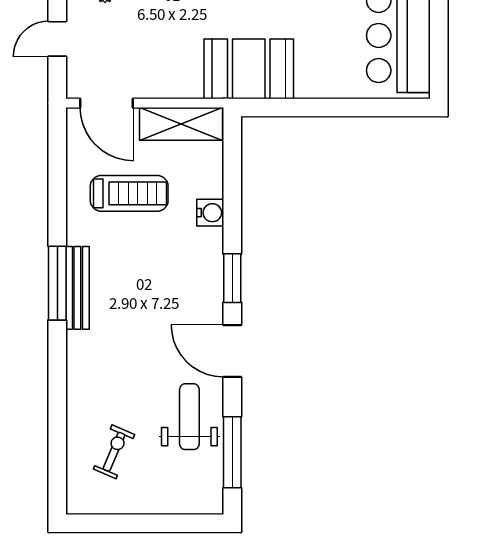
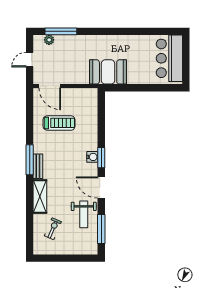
shelving: (181, 124) -> (40, 196), moved, turned 90
water cooler: (210, 213) -> (92, 157), moved
bench: (77, 288) -> (38, 166), width x0.73
weight bench: (189, 417) -> (84, 214), turned 180

